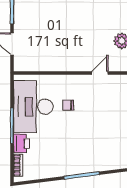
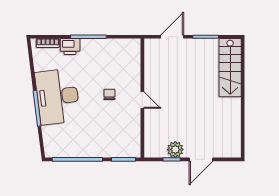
door: (100, 73) -> (142, 100), moved
desk: (33, 107) -> (58, 96), moved, turned -97

